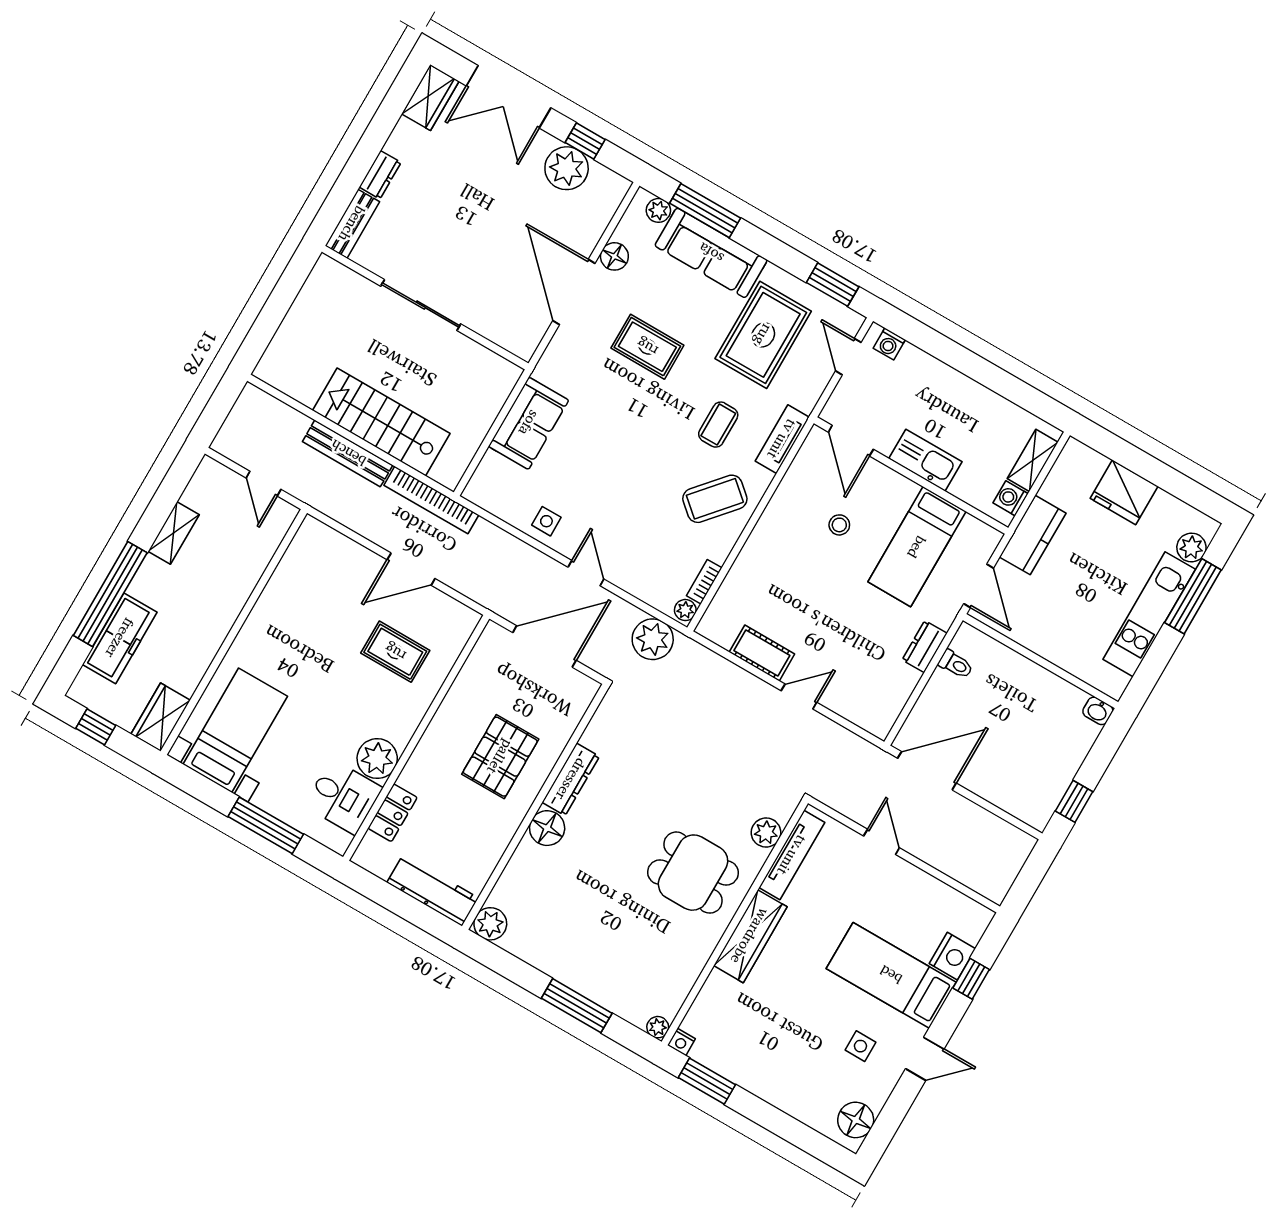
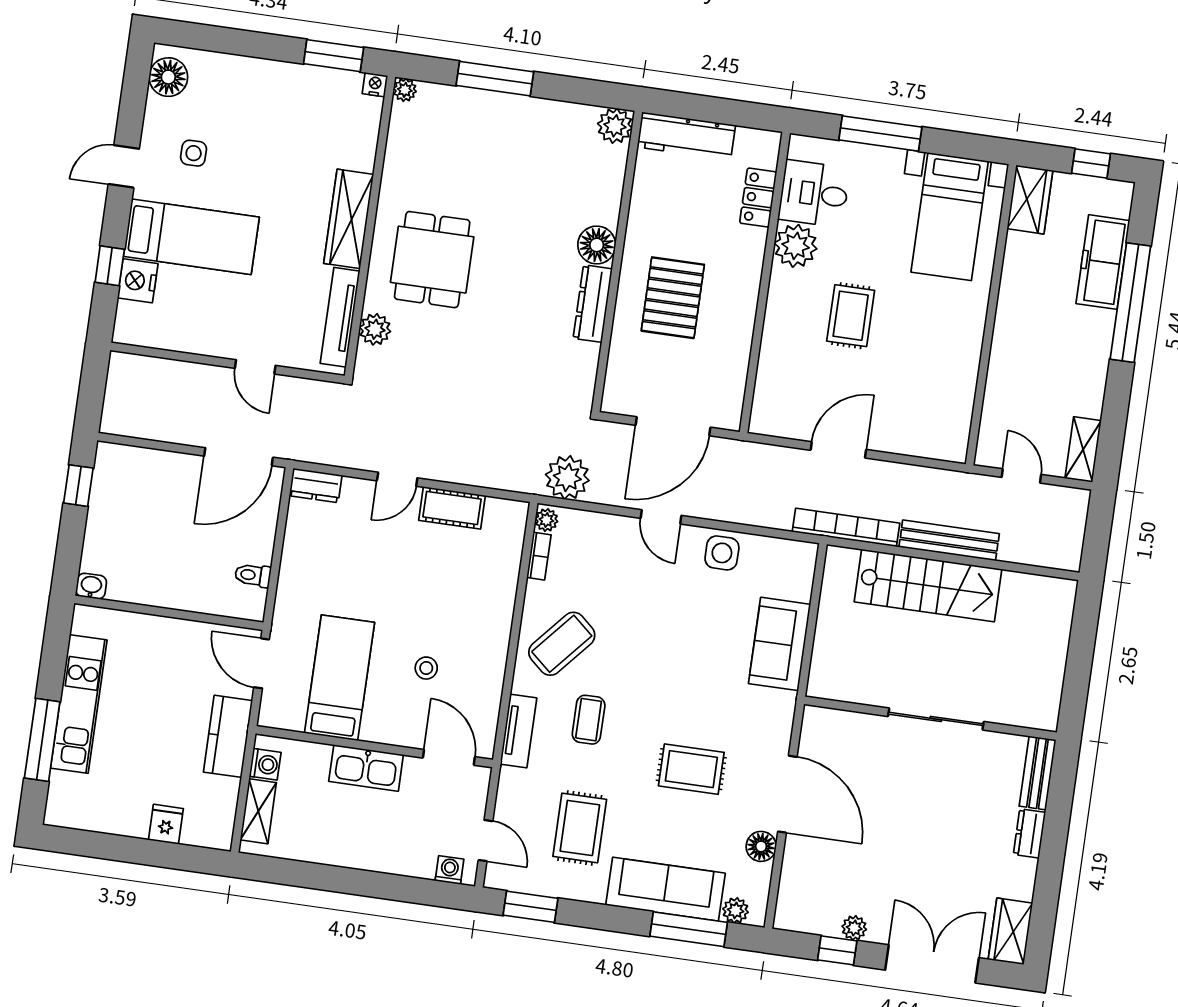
plant: (567, 168) -> (854, 928), width x0.53, depth x0.53
rug: (763, 335) -> (580, 828), width x0.73, depth x0.70
fridge: (1124, 492) -> (166, 824), width x0.53, depth x0.75
side table: (546, 521) -> (722, 553), width x1.37, depth x1.37
shelving: (174, 533) -> (1083, 449), moved
plant: (1191, 547) -> (63, 788), removed
dresser: (925, 647) -> (316, 486), moved, turned 90
rug: (395, 652) -> (851, 316), moved, turned 90
dining table: (693, 873) -> (432, 260), turned 90

